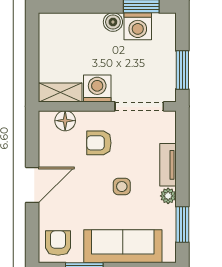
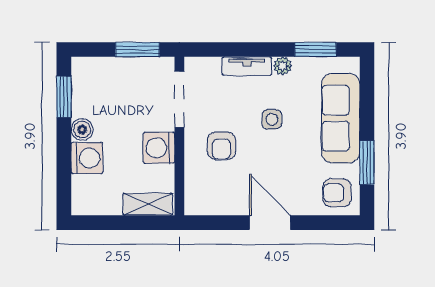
washing machine: (138, 26) -> (87, 158), moved
shelving: (60, 93) -> (148, 204), moved, turned 90
floor lamp: (65, 121) -> (196, 185), removed

